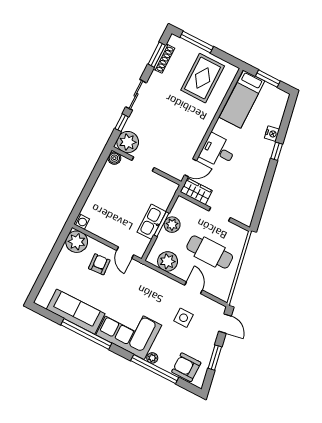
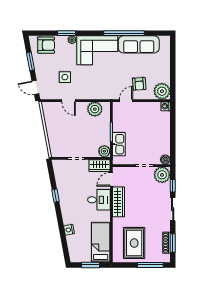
wardrobe: (196, 137) -> (119, 202), added
window: (277, 151) -> (55, 196), moved
kitchen sink: (152, 222) -> (119, 144), moved
plant: (172, 225) -> (104, 151), moved
cafe table: (210, 252) -> (70, 130), removed
door: (125, 253) -> (126, 101), hinge flipped
window: (155, 369) -> (67, 33), width x0.47

